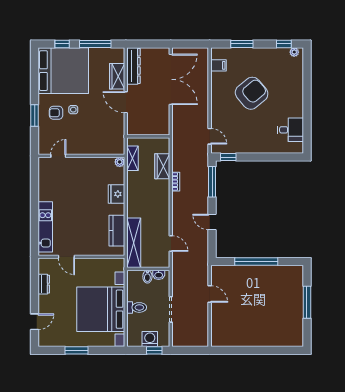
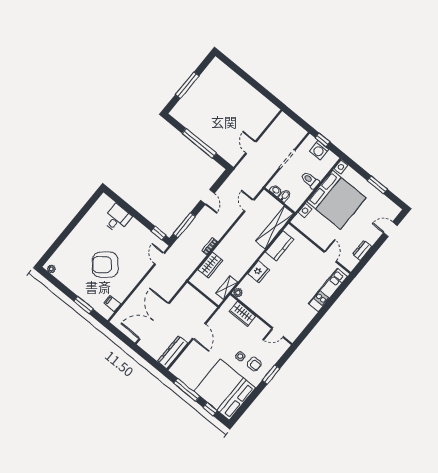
window: (284, 44) -> (54, 281), removed
wardrobe: (117, 76) -> (242, 314), moved, turned 90
desk: (290, 130) -> (117, 218), moved, turned 90

